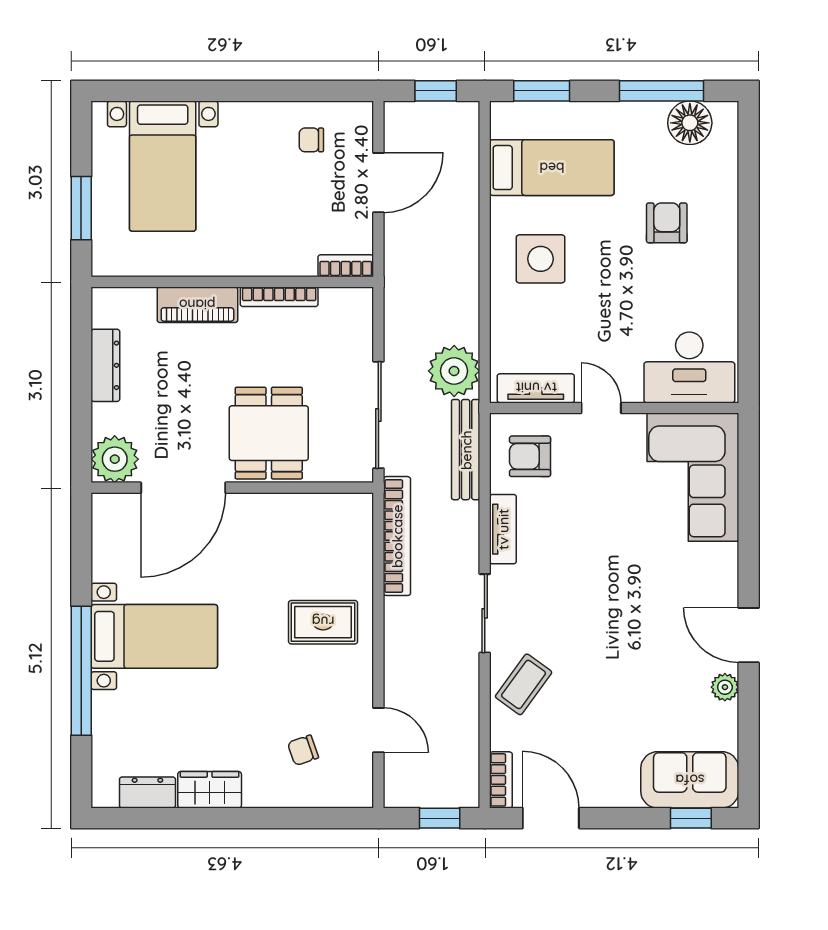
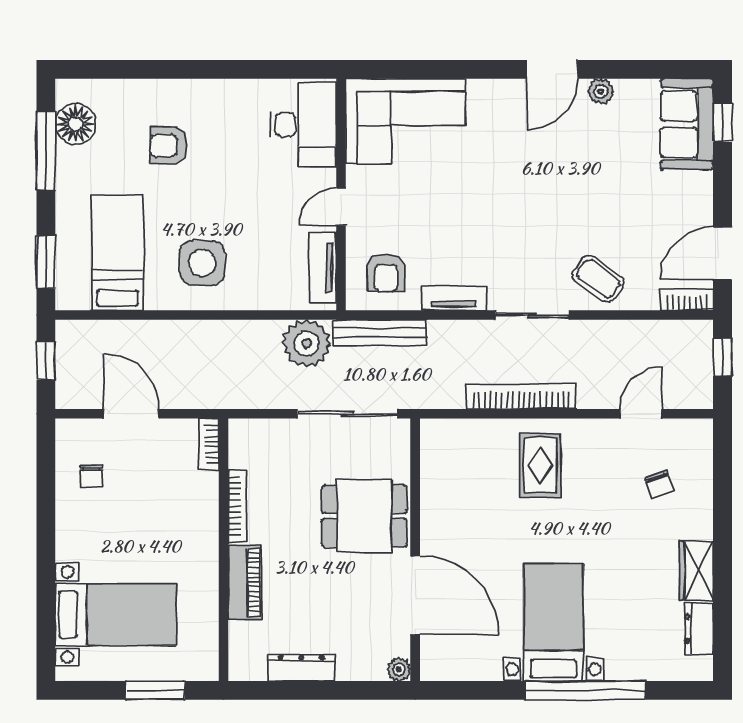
plant: (115, 459) -> (399, 669), width x0.53, depth x0.53
bookcase: (397, 536) -> (521, 397), moved

